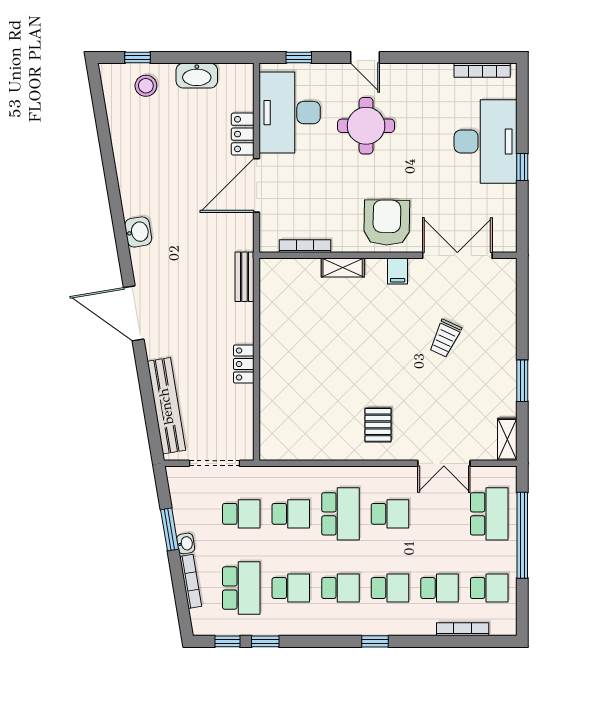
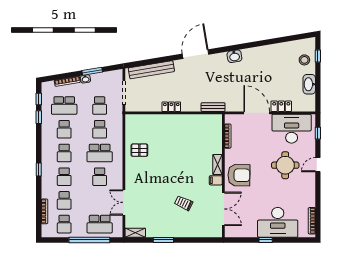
shelving: (343, 268) -> (217, 165), moved
pallet: (378, 425) -> (139, 150), moved

